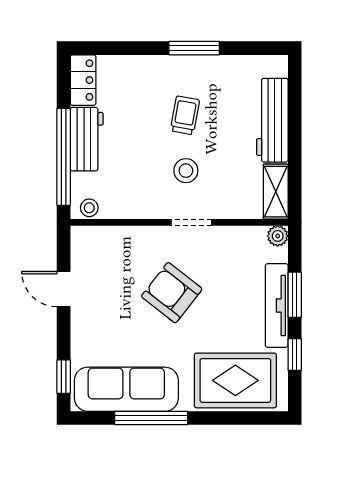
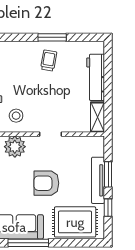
trolley: (185, 115) -> (49, 60), moved
stool: (186, 171) -> (16, 116), moved
plant: (278, 236) -> (15, 147), moved, width x1.88, depth x1.88
armchair: (172, 293) -> (46, 183), moved, turned -38

